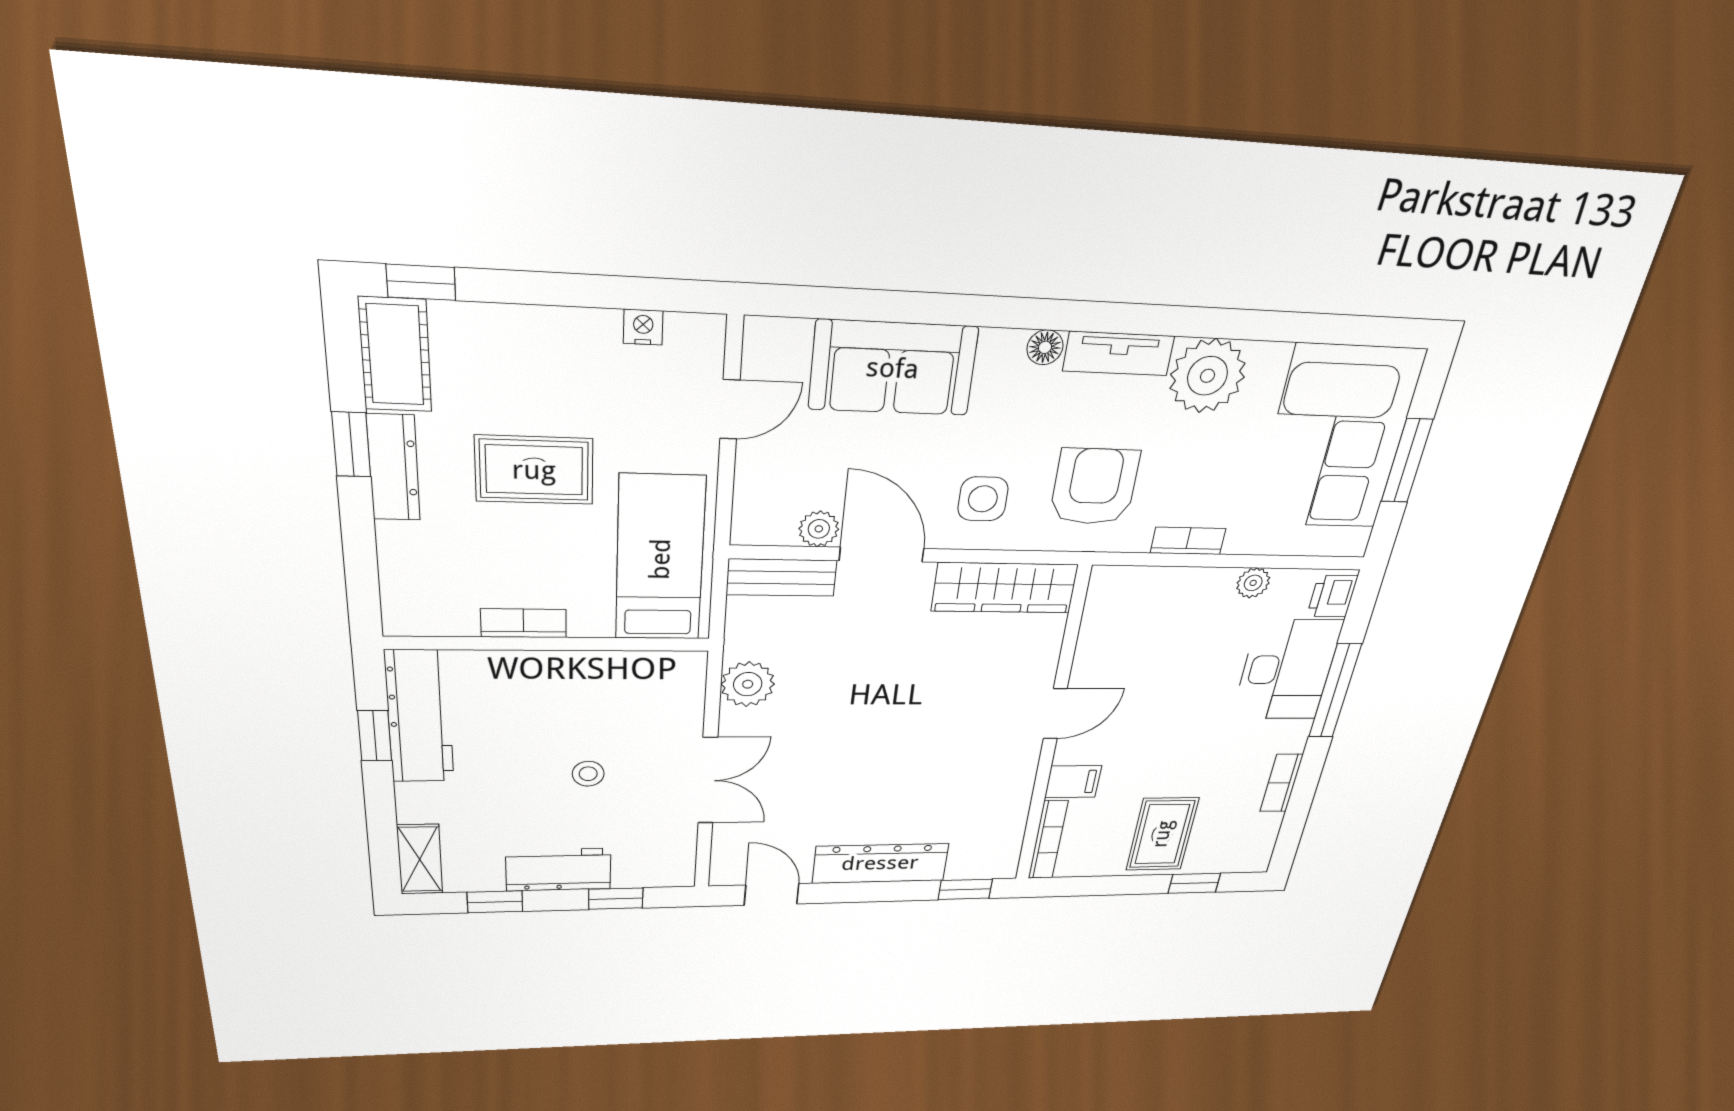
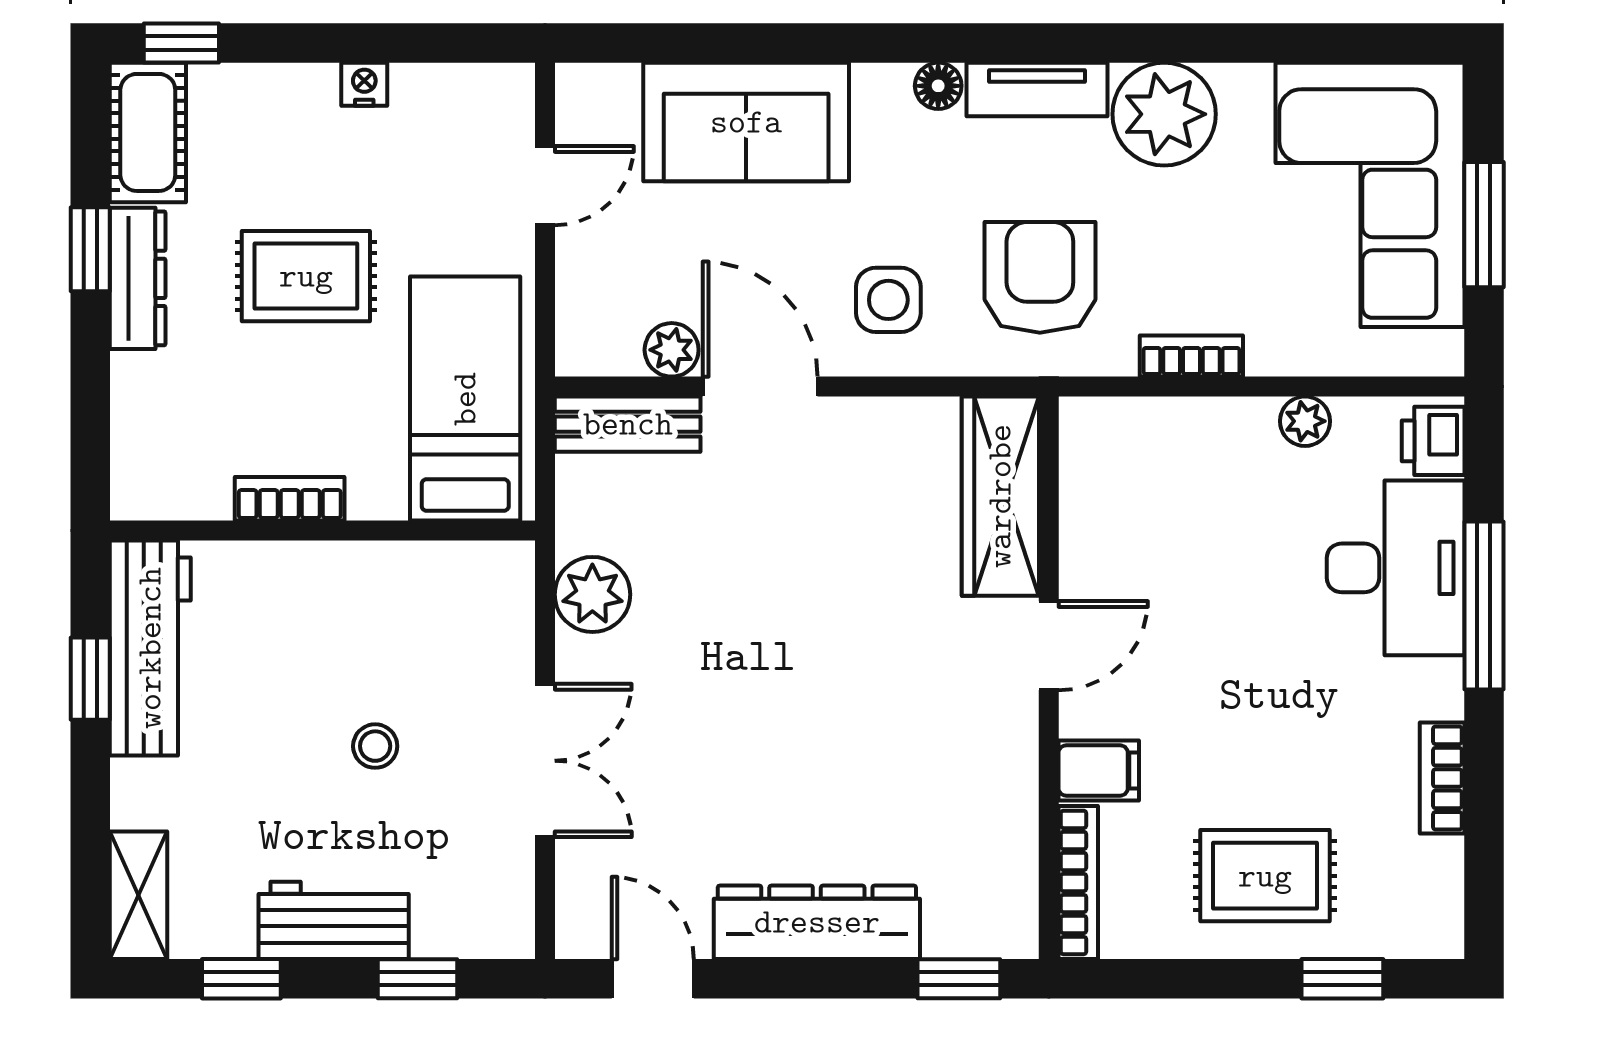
nightstand: (643, 327) -> (364, 84), moved
wardrobe: (1005, 588) -> (1000, 496), moved, turned 90
rug: (1162, 834) -> (1265, 876), turned 90

